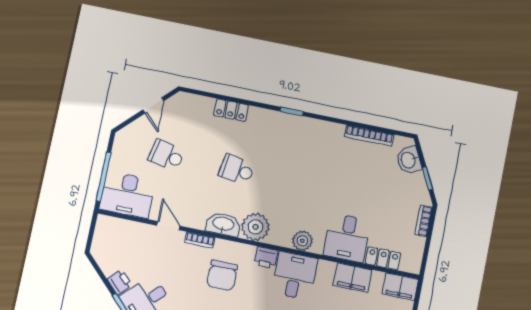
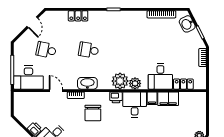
plant: (255, 227) -> (120, 81), moved
filing cabinet: (400, 287) -> (152, 98), moved, width x0.50

